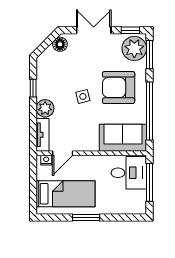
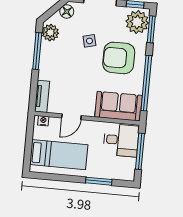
window: (33, 88) -> (37, 51), width x2.17
side table: (83, 96) -> (89, 41), moved
plant: (45, 108) -> (50, 33), moved
door: (63, 153) -> (71, 117), moved
window: (86, 218) -> (99, 181), moved

